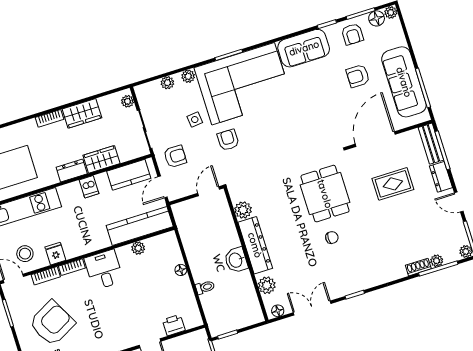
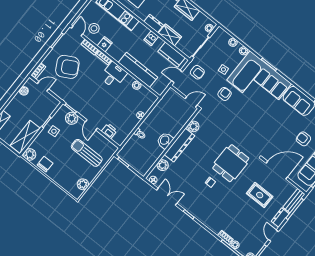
kitchen counter: (140, 226) -> (138, 70), moved

